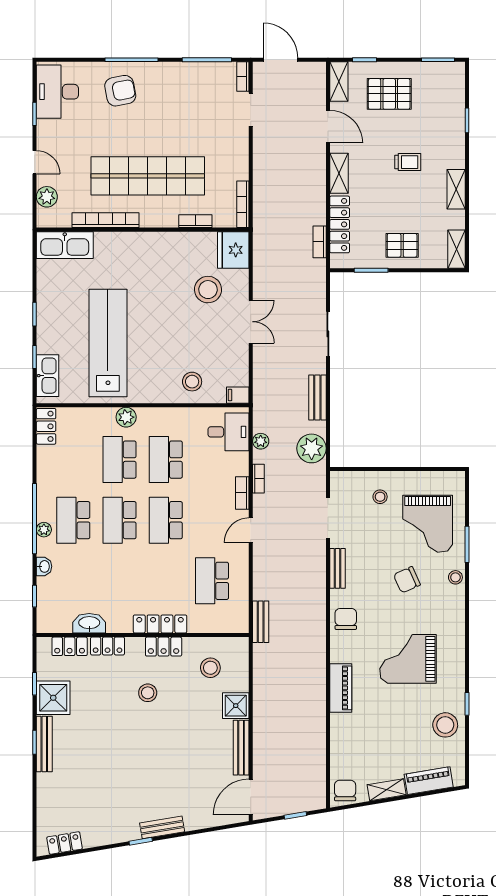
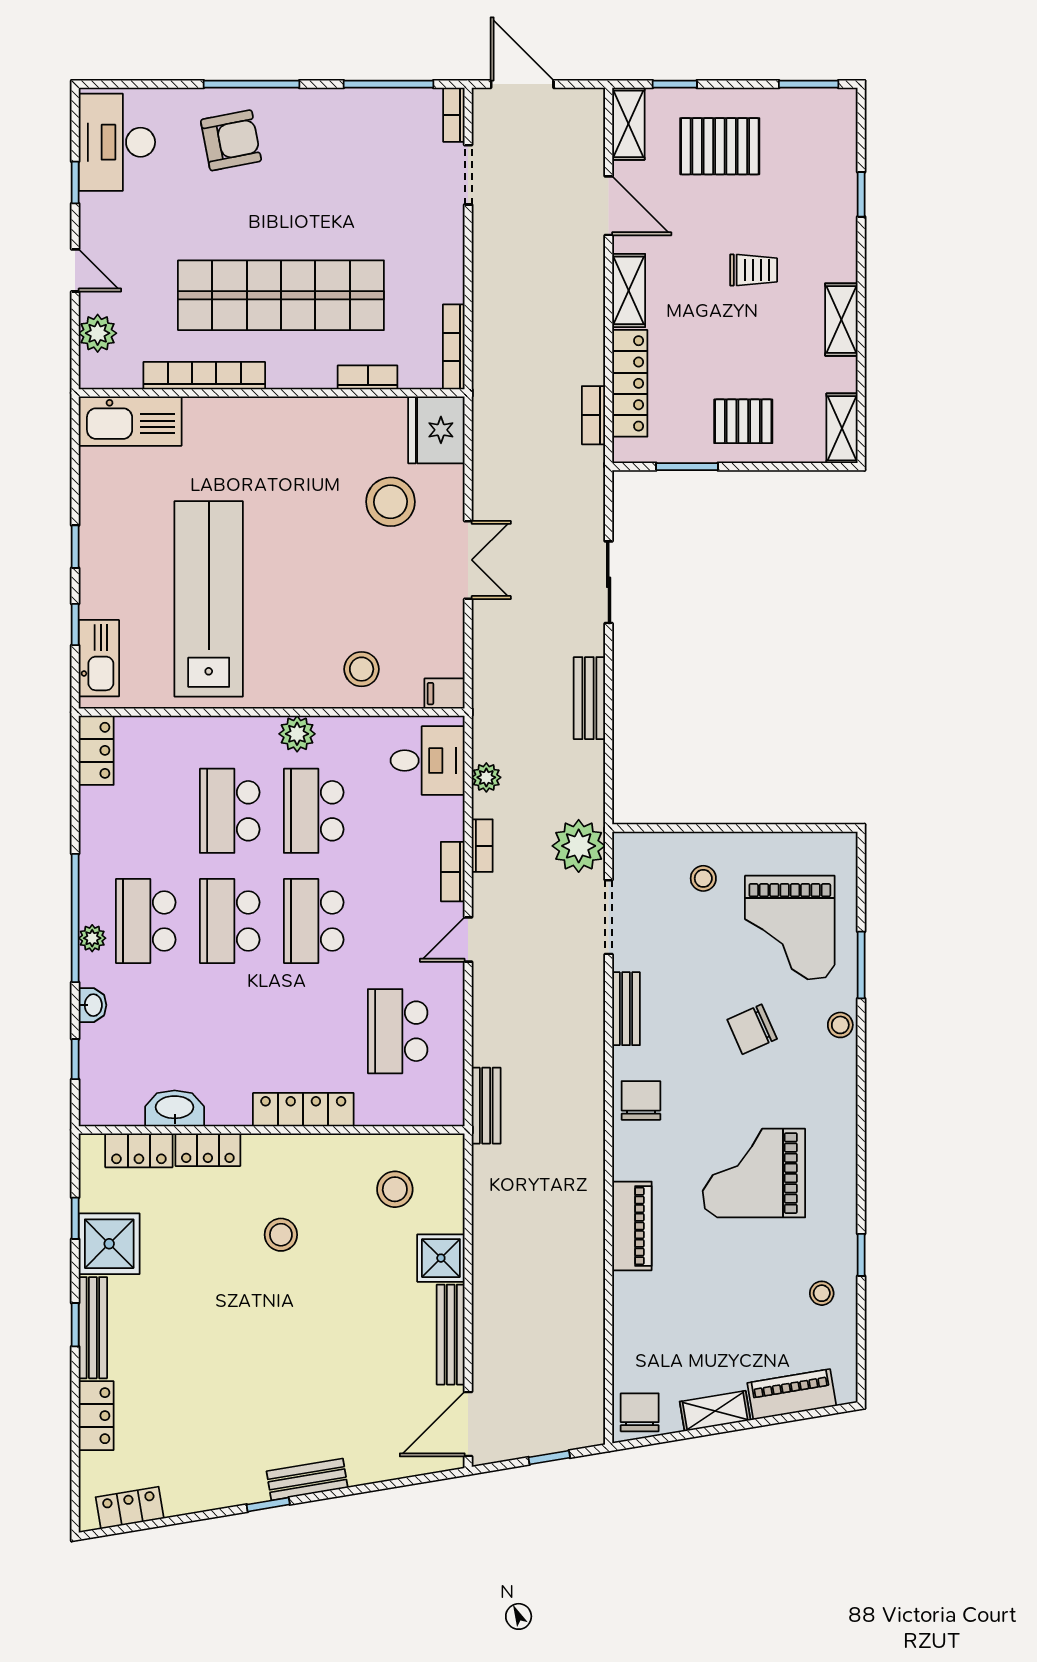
plant: (126, 417) -> (297, 734), moved
plant: (312, 448) -> (579, 846), moved
locker: (164, 647) -> (96, 1416), moved, turned -90
stool: (445, 725) -> (822, 1293), width x0.53, depth x0.53

